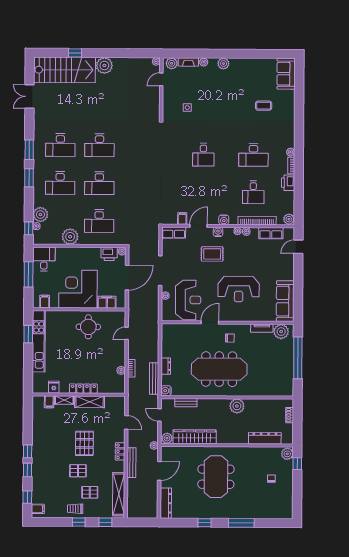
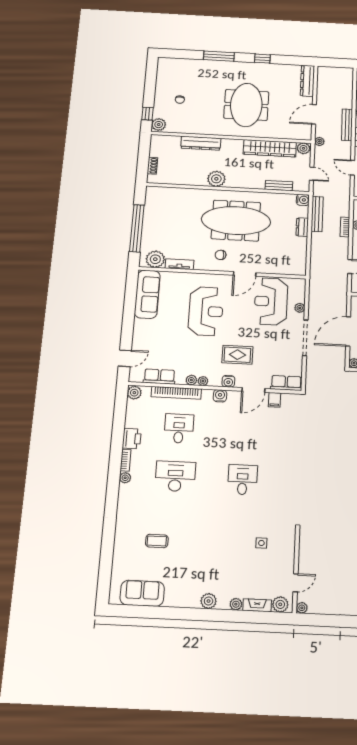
sofa: (286, 74) -> (142, 593), moved, turned -90
reception desk: (239, 289) -> (206, 311), turned 90
dresser: (265, 438) -> (201, 143), moved

